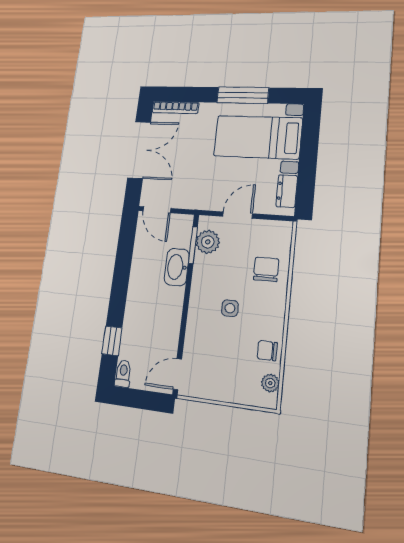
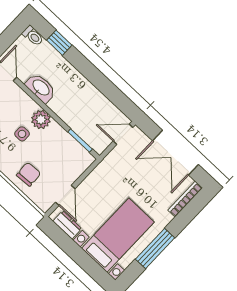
door: (238, 215) -> (65, 195), moved
plant: (208, 242) -> (41, 120), moved
washbasin: (177, 267) -> (41, 88), moved
chair: (266, 269) -> (29, 174), turned -93

